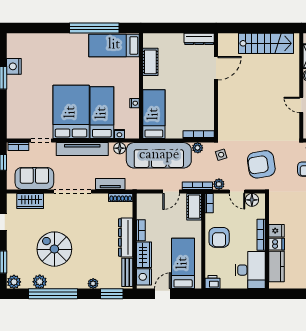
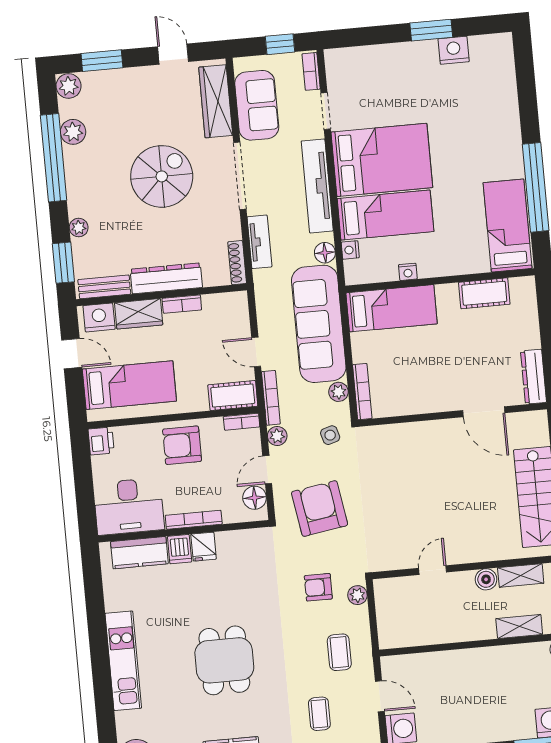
wardrobe: (30, 201) -> (216, 101), width x1.50
spiral stairs: (54, 249) -> (162, 176), moved

